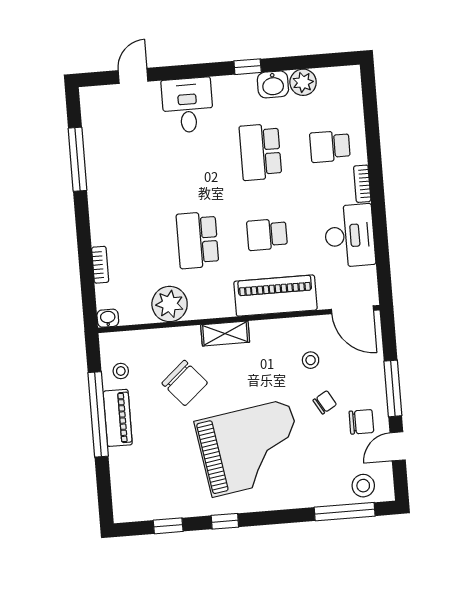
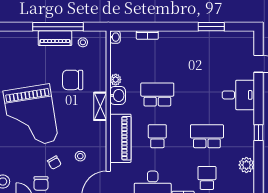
washbasin: (273, 84) -> (118, 95), moved, turned 180
window: (78, 159) -> (211, 27), width x0.69
plant: (170, 304) -> (116, 80), width x0.53, depth x0.53
chair: (185, 383) -> (73, 80), turned 41

